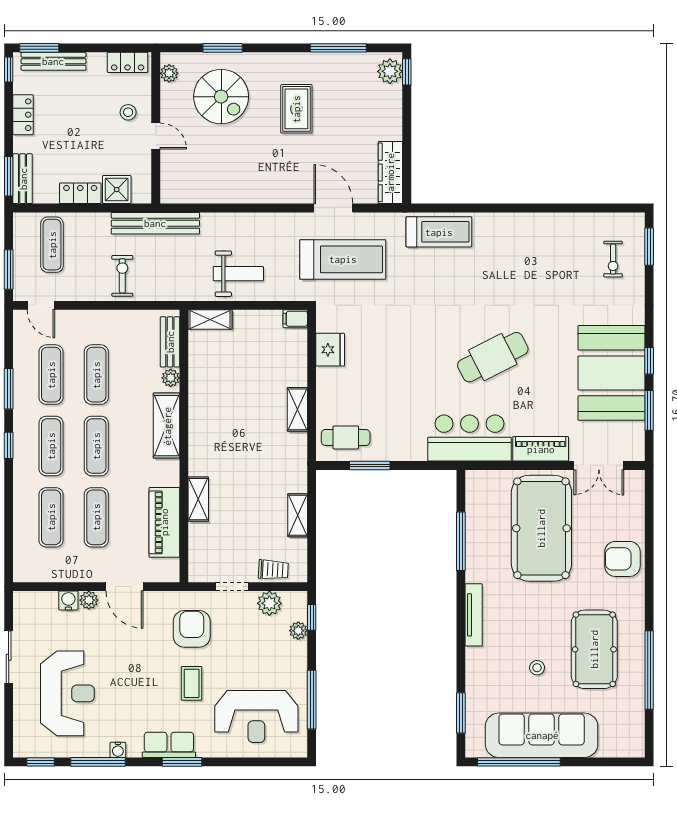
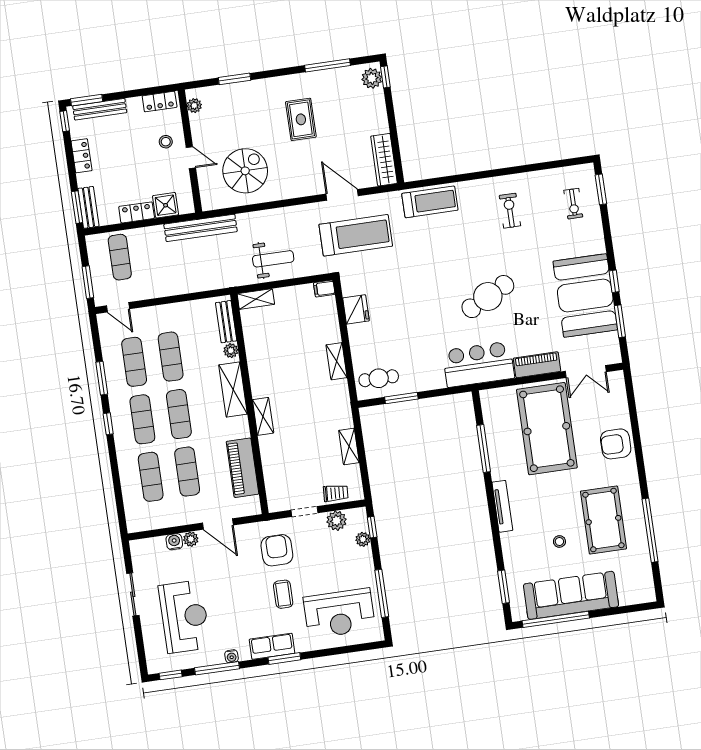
spiral stairs: (221, 97) -> (245, 171), moved, turned -90
exercise bike: (122, 276) -> (510, 211), moved
shelving: (198, 499) -> (263, 416), moved

